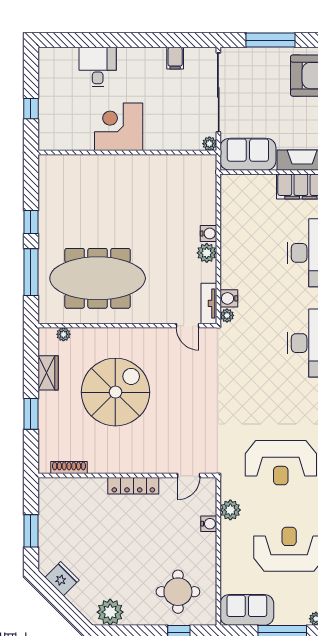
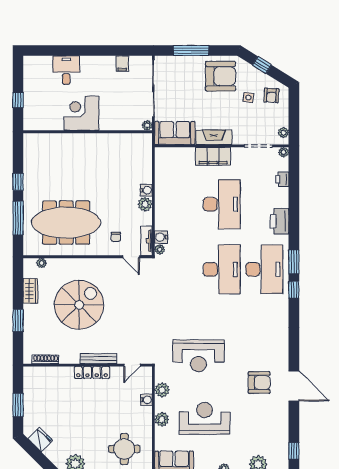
chair: (166, 298) -> (116, 237), added
bench: (142, 467) -> (99, 359), added
plant: (230, 551) -> (162, 419), added

